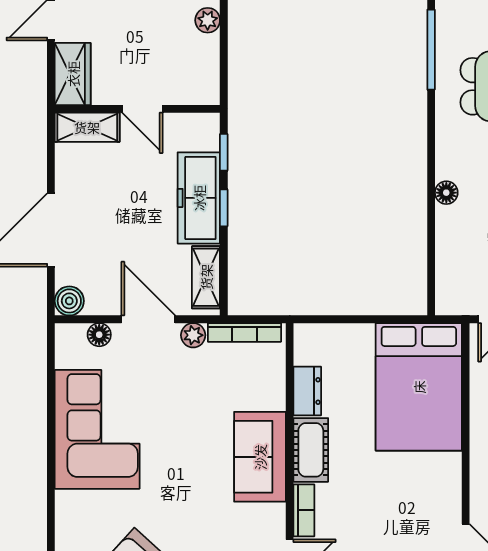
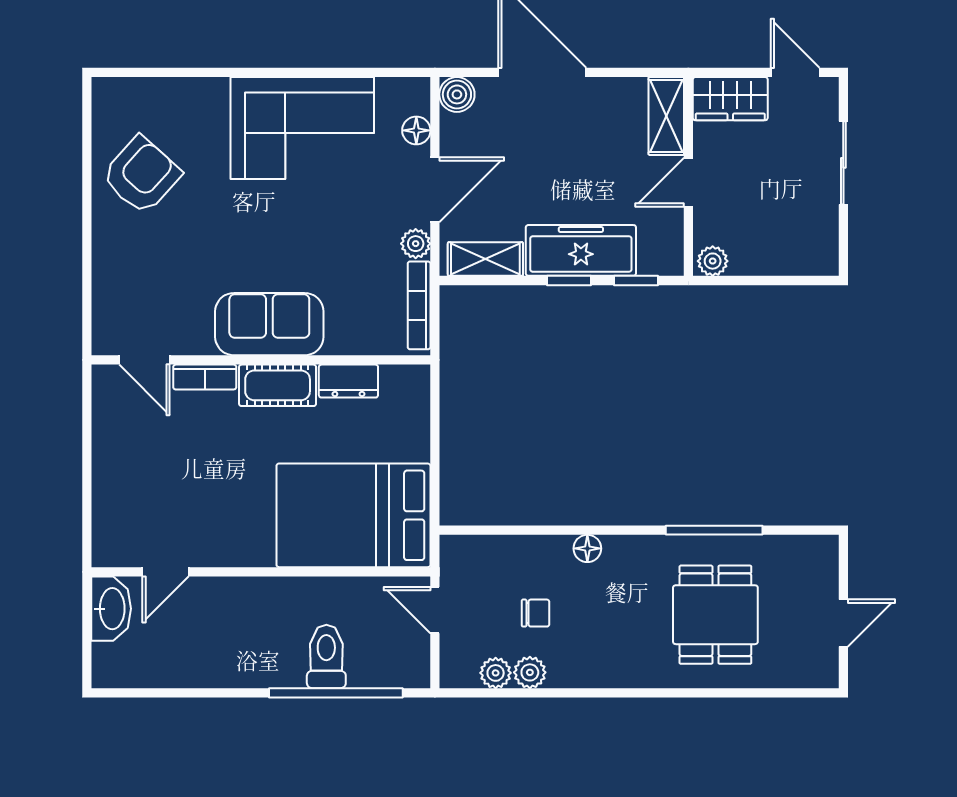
plant: (208, 20) -> (713, 261), moved
window: (431, 50) -> (714, 530), moved

